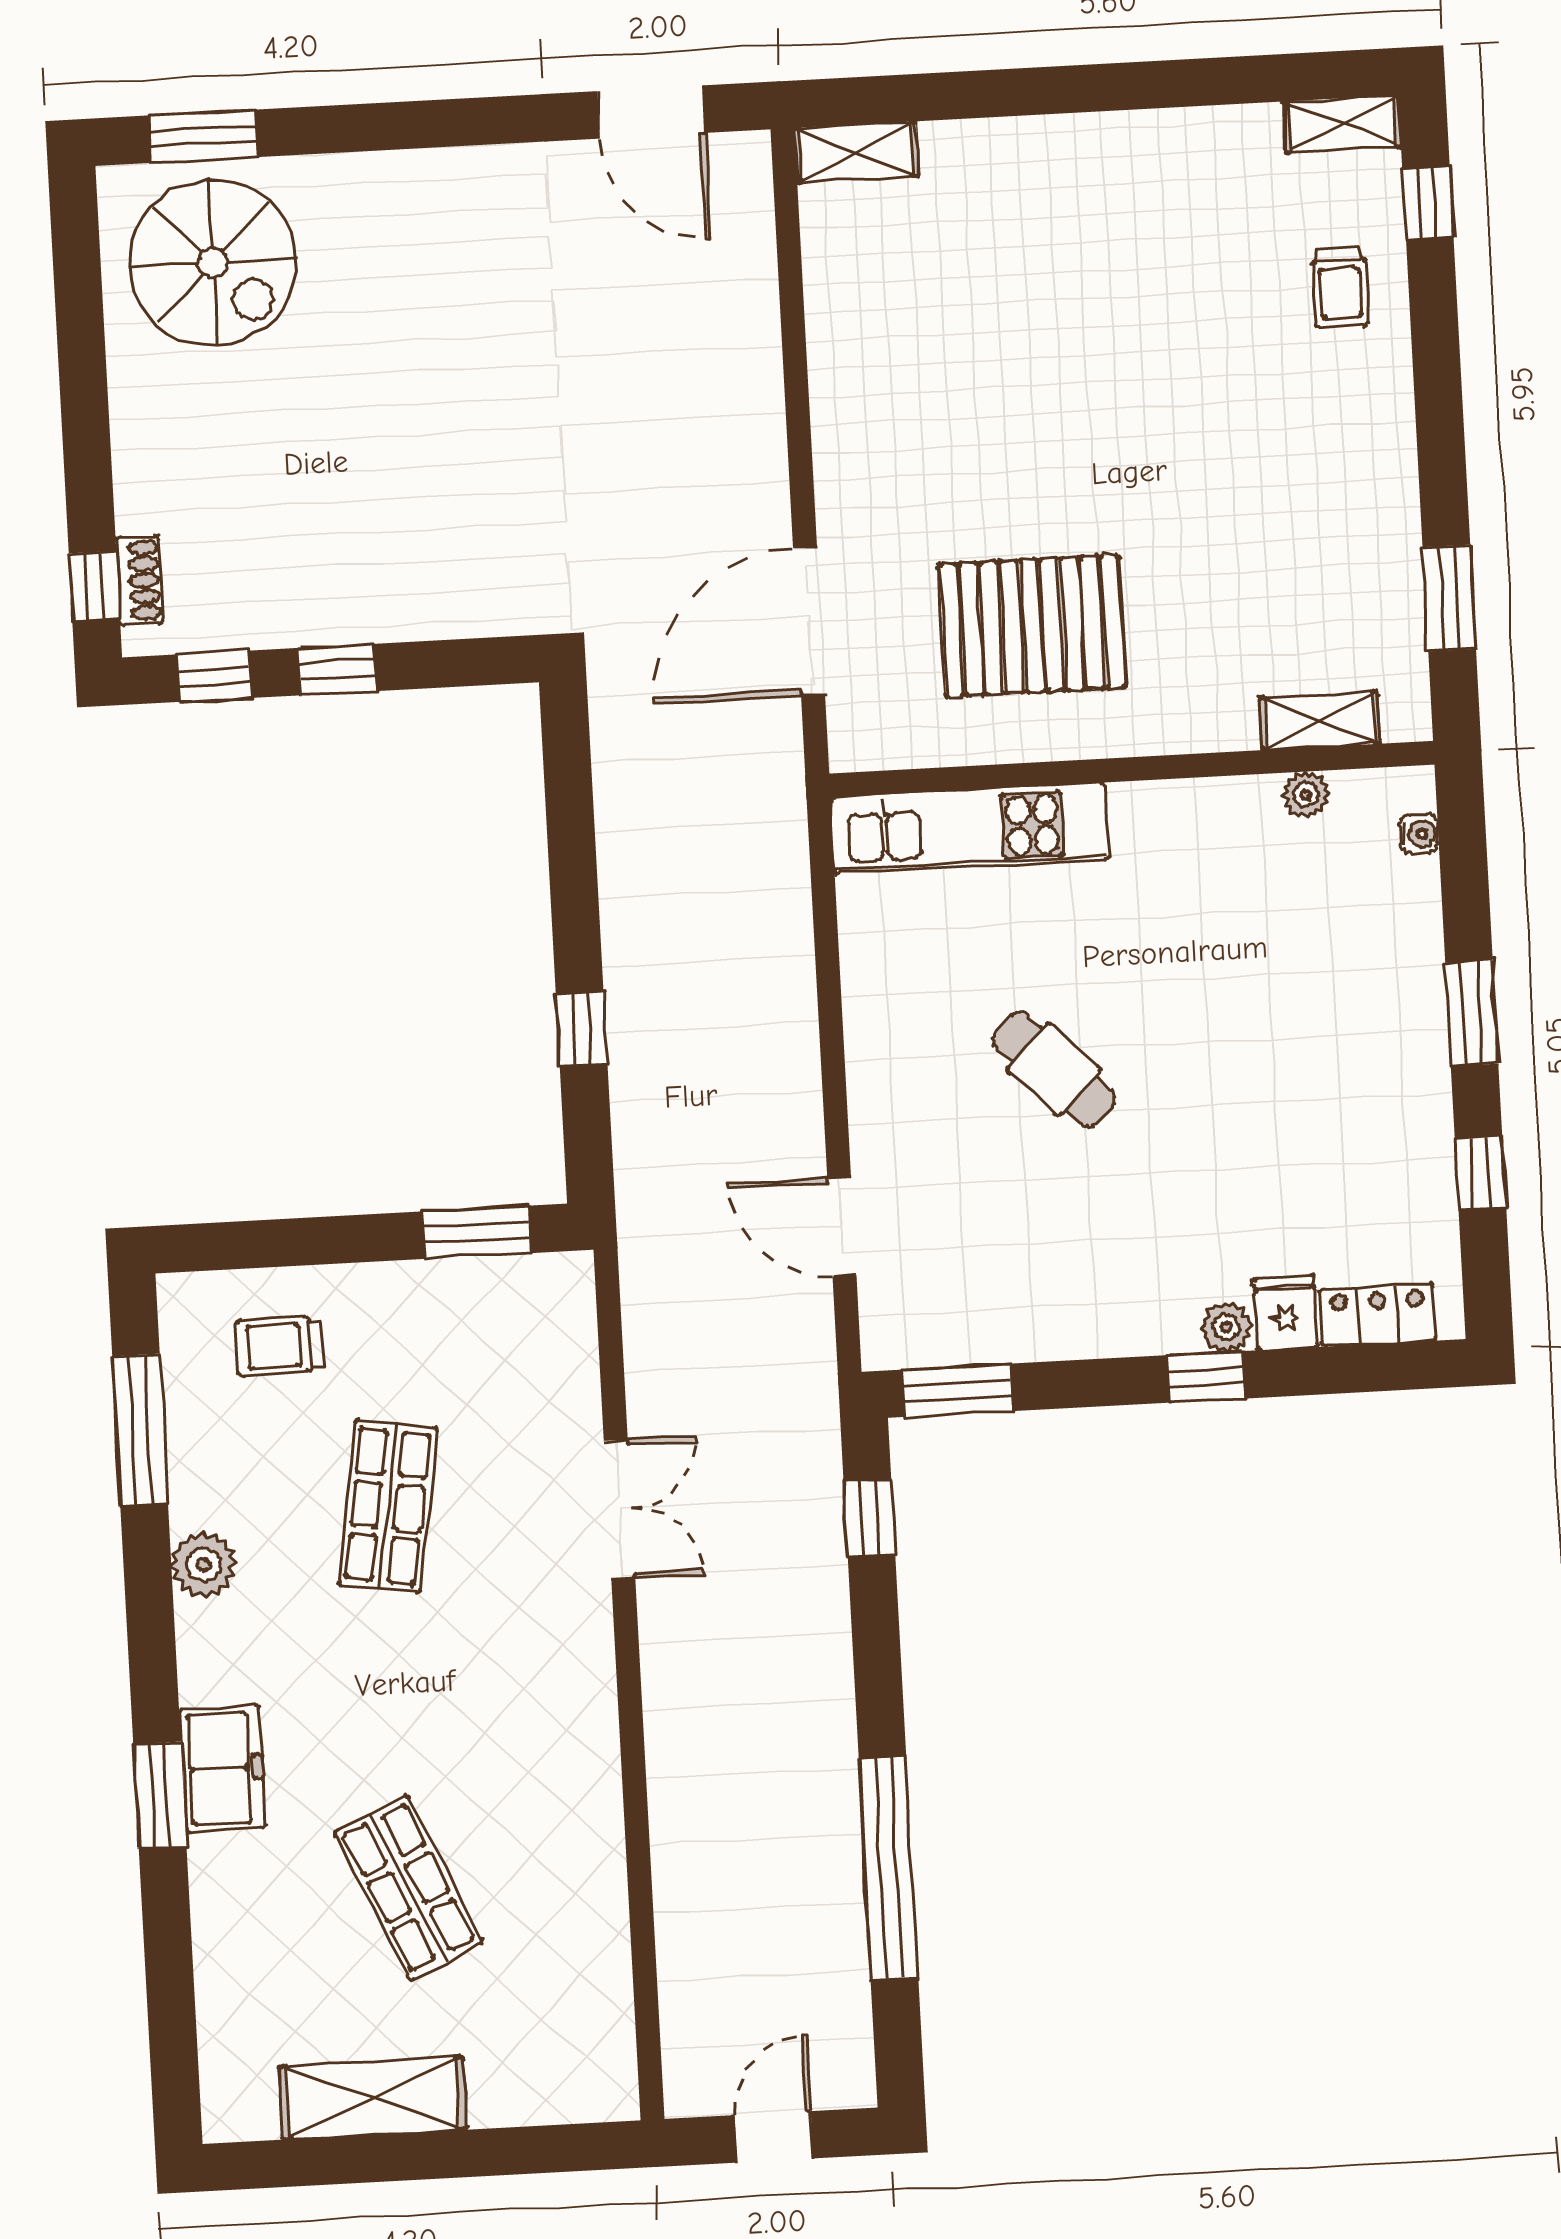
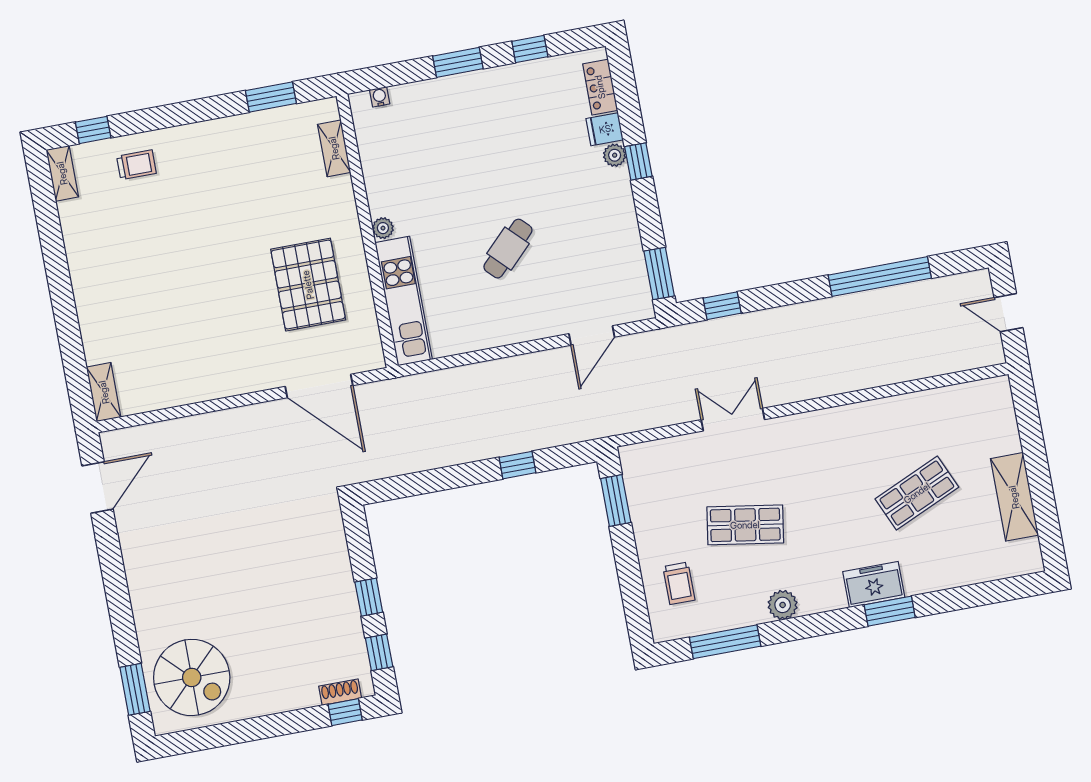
spiral stairs: (213, 263) -> (192, 677), turned 90
plant: (1306, 795) -> (383, 228), moved

